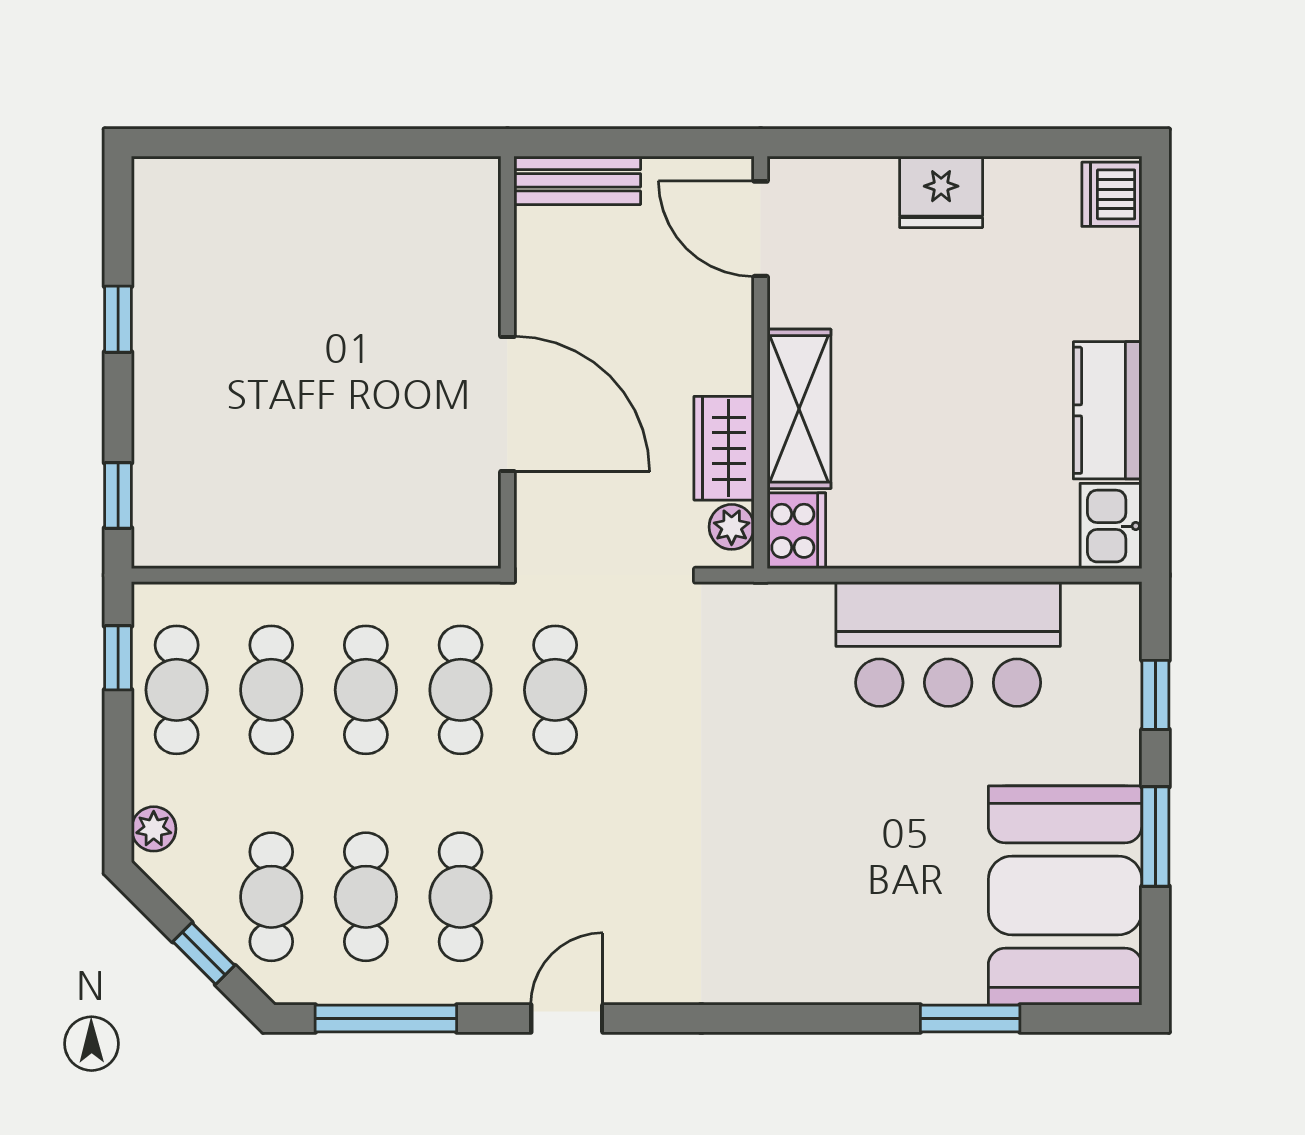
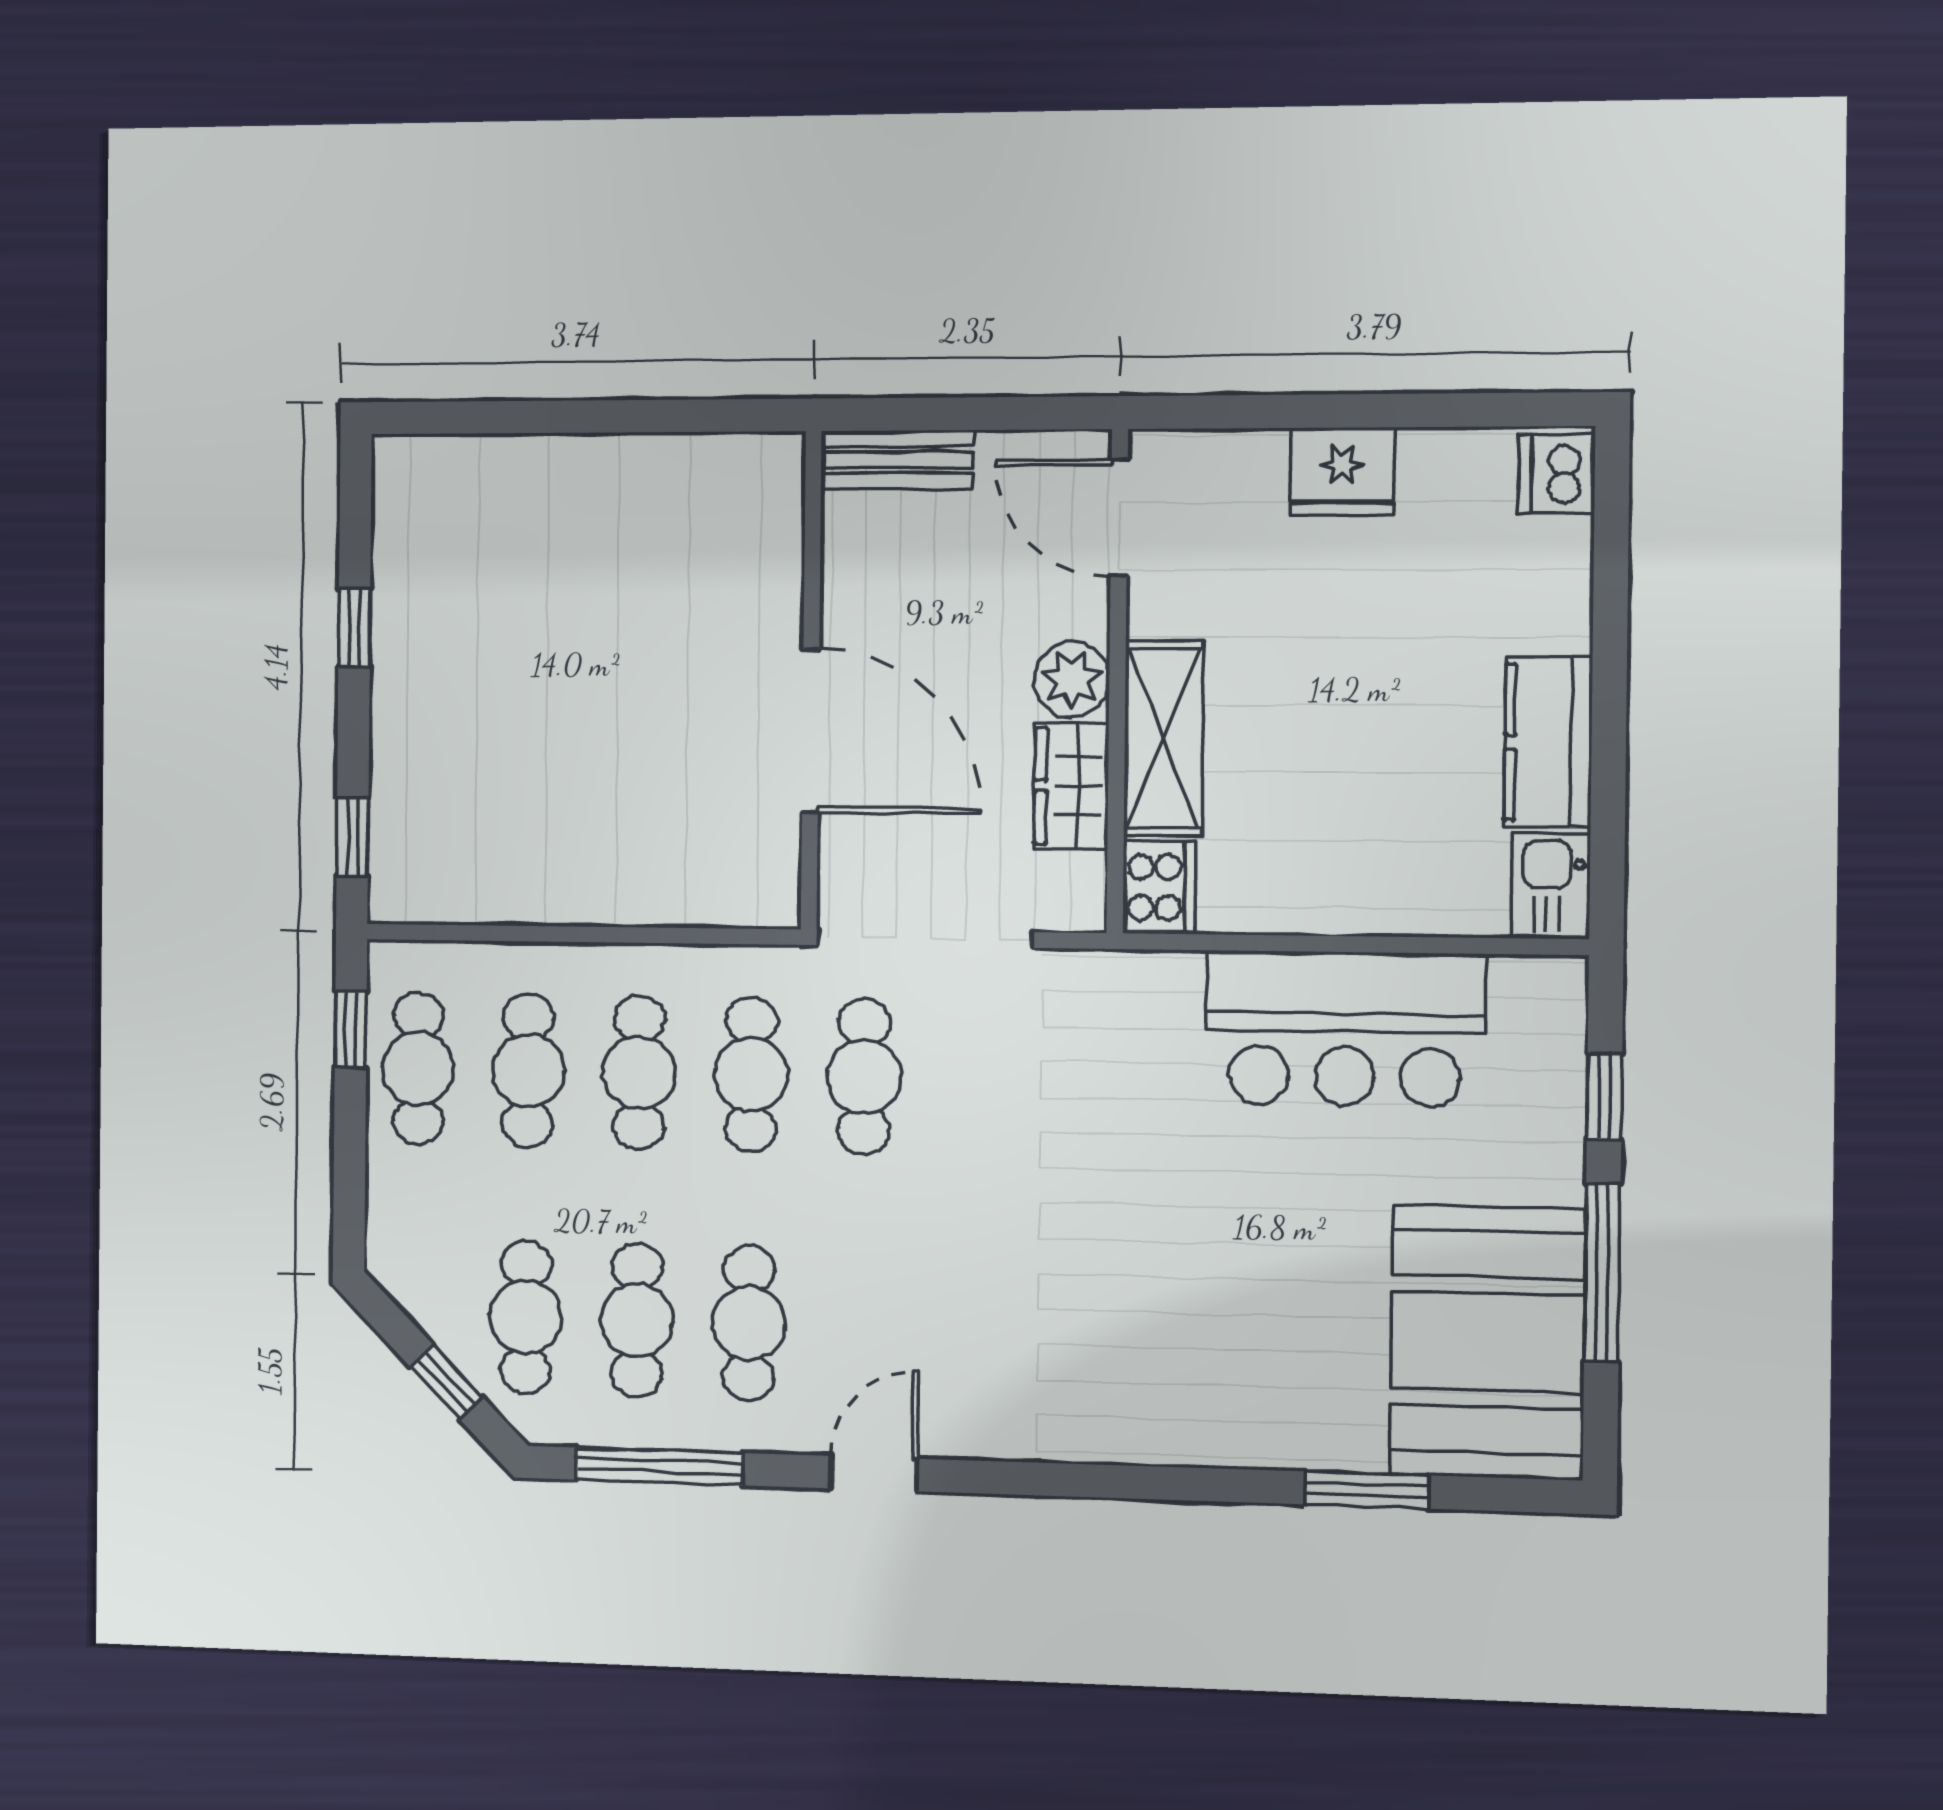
plant: (732, 527) -> (1072, 679), moved, width x1.38, depth x1.38
plant: (154, 829) -> (390, 1233), removed
window: (1155, 837) -> (1602, 1272), width x1.44

